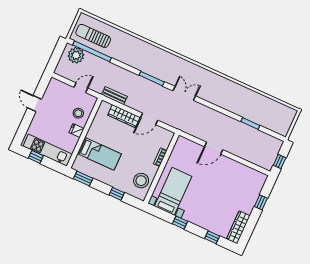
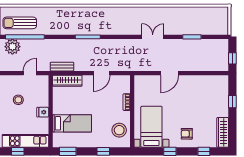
double door: (184, 93) -> (153, 37), moved
stool: (78, 113) -> (18, 100), moved
wardrobe: (124, 116) -> (67, 81), moved
armchair: (204, 213) -> (187, 134), added

